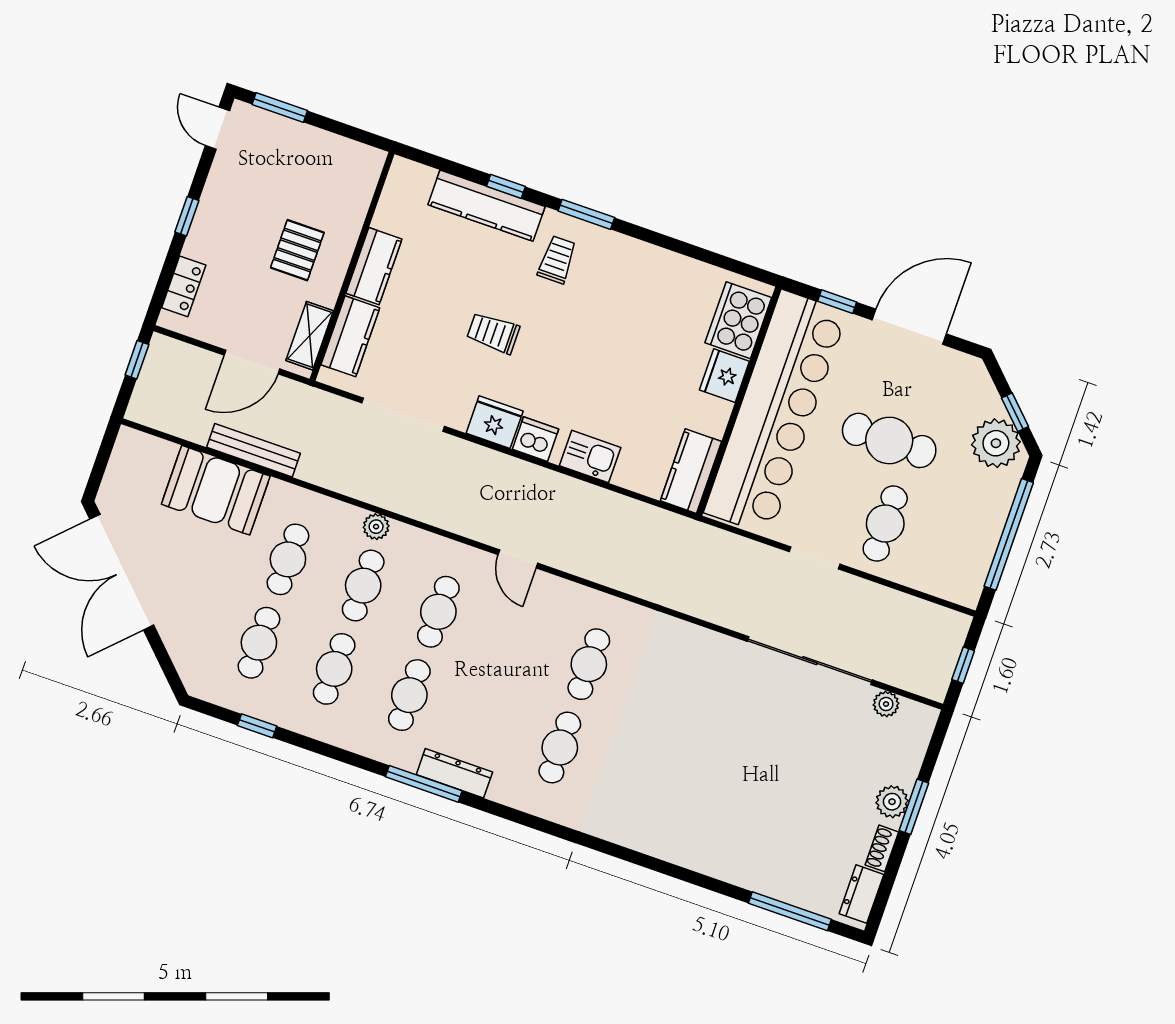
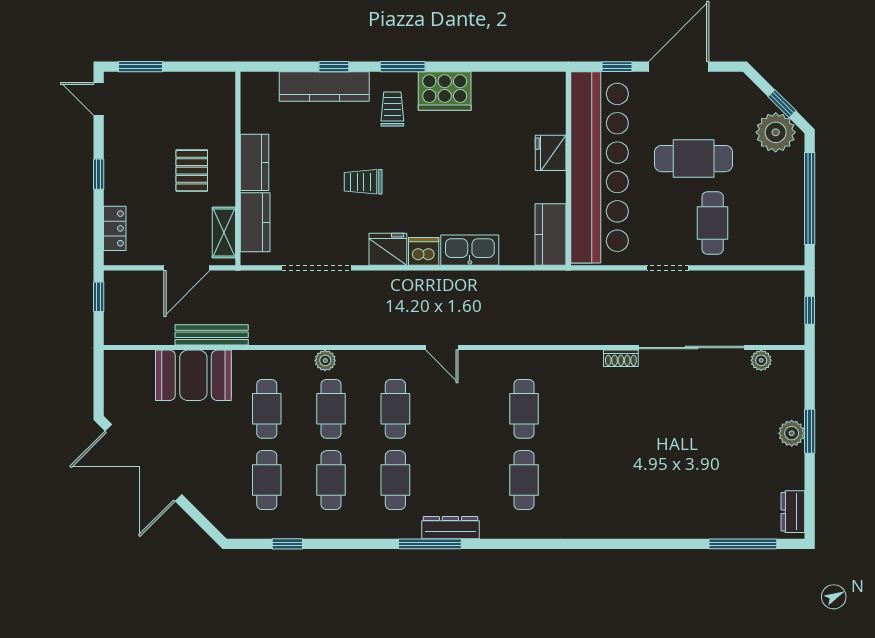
cooker: (738, 320) -> (445, 91), moved, turned -90
kitchen sink: (590, 457) -> (470, 250), width x1.38
shoe rack: (882, 848) -> (621, 358), moved, turned -90

